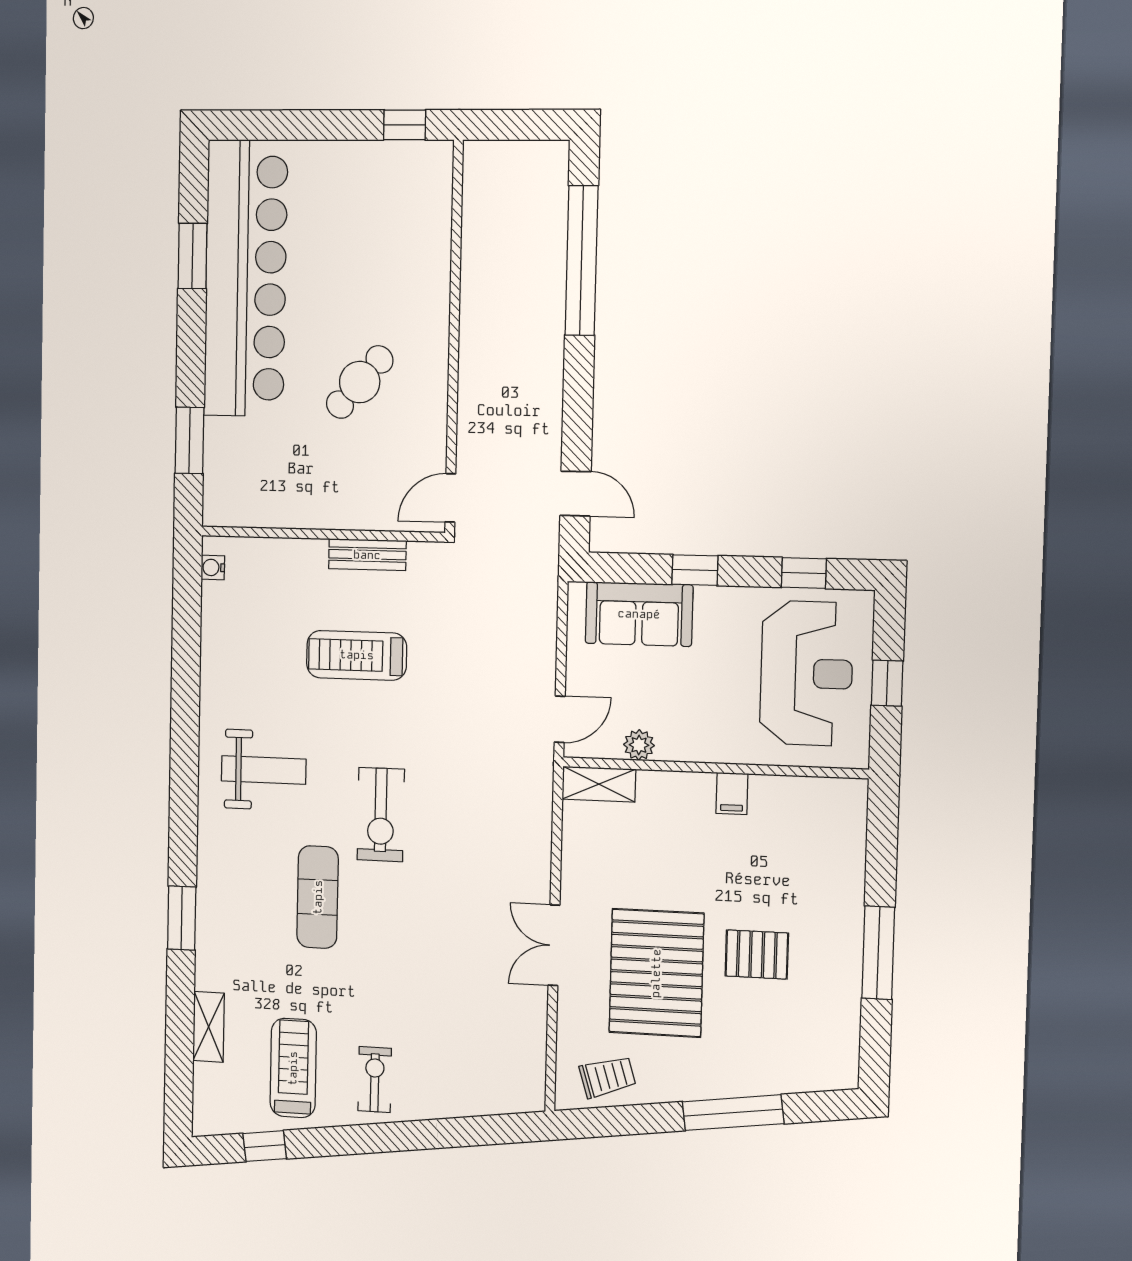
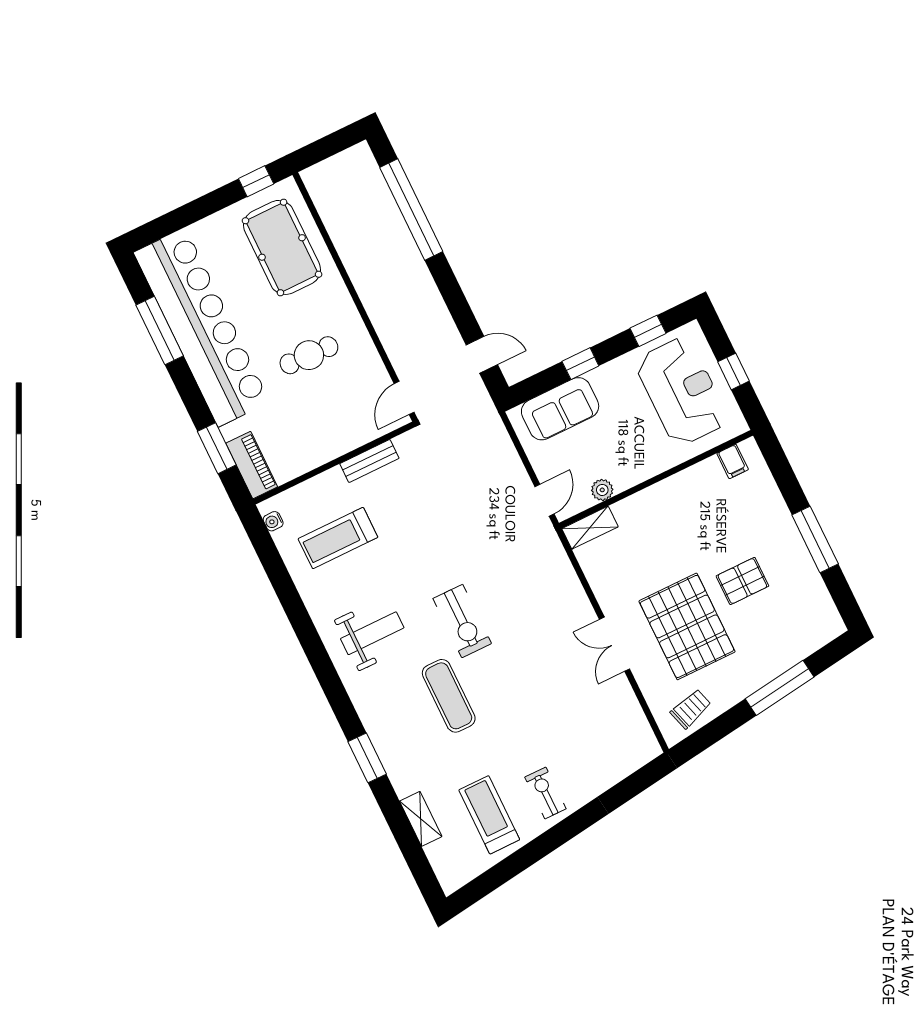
pool table: (395, 227) -> (282, 247), added
window: (193, 256) -> (160, 331), width x1.44
cafe table: (360, 382) -> (309, 355), turned 51
piano: (221, 484) -> (252, 465), added
treadmill: (357, 655) -> (338, 538), moved
filing cabinet: (732, 793) -> (733, 461), moved
window: (265, 1146) -> (497, 876), removed

